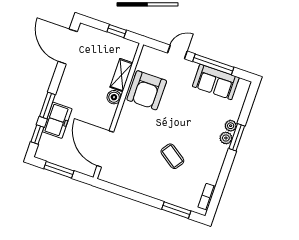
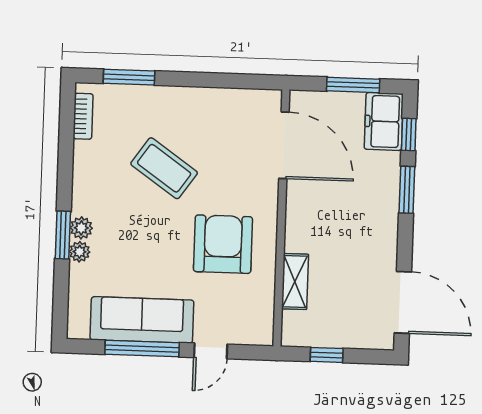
sofa: (216, 82) -> (142, 320), width x1.36
armchair: (147, 90) -> (223, 244), moved
boiler: (114, 97) -> (296, 239), removed
freezer: (57, 120) -> (384, 121), moved
coffee table: (172, 156) -> (164, 168), width x1.36, depth x1.30

